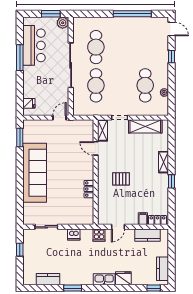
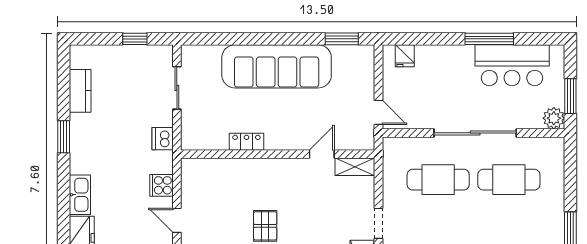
shelving: (103, 130) -> (355, 167), moved
door: (96, 148) -> (322, 154), moved
wall: (96, 172) -> (278, 154), moved
locker: (89, 189) -> (246, 142), moved

